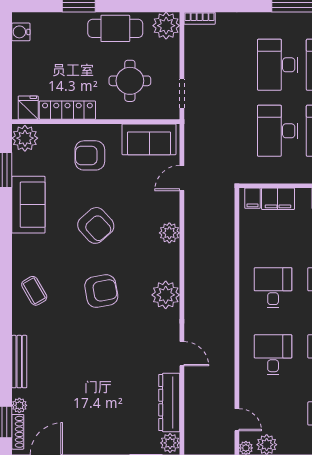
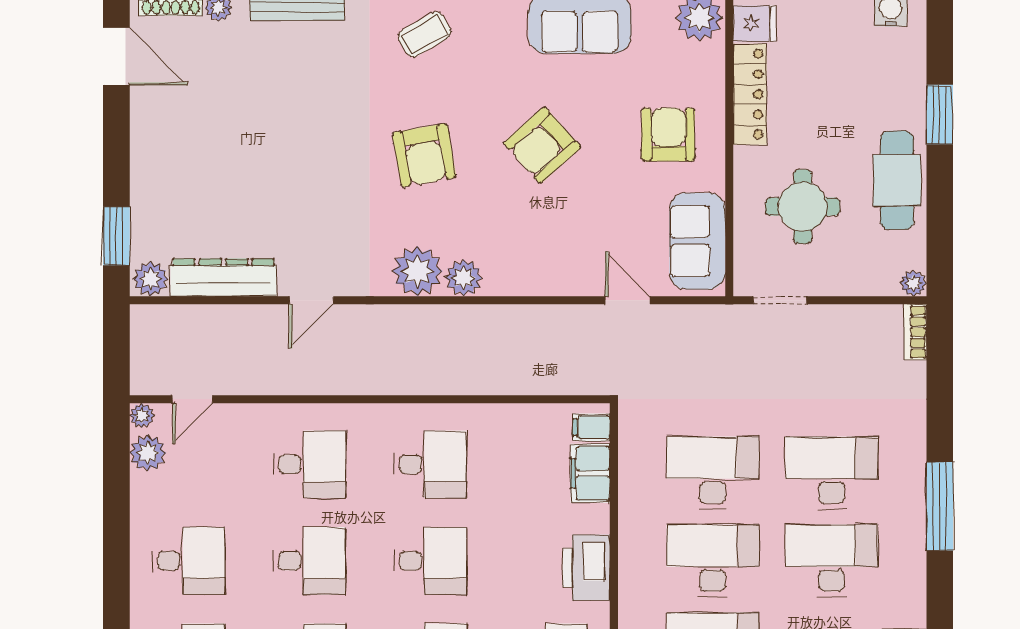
plant: (166, 26) -> (913, 283), width x0.53, depth x0.53
plant: (169, 233) -> (464, 278), moved

